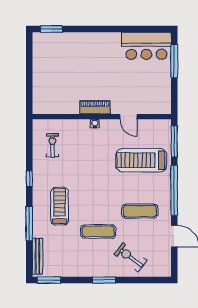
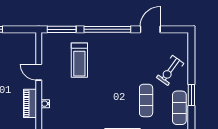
door: (128, 117) -> (39, 72), swing flipped
treadmill: (141, 160) -> (79, 60), width x0.73, depth x0.73
exercise mat: (140, 211) -> (179, 108), moved

